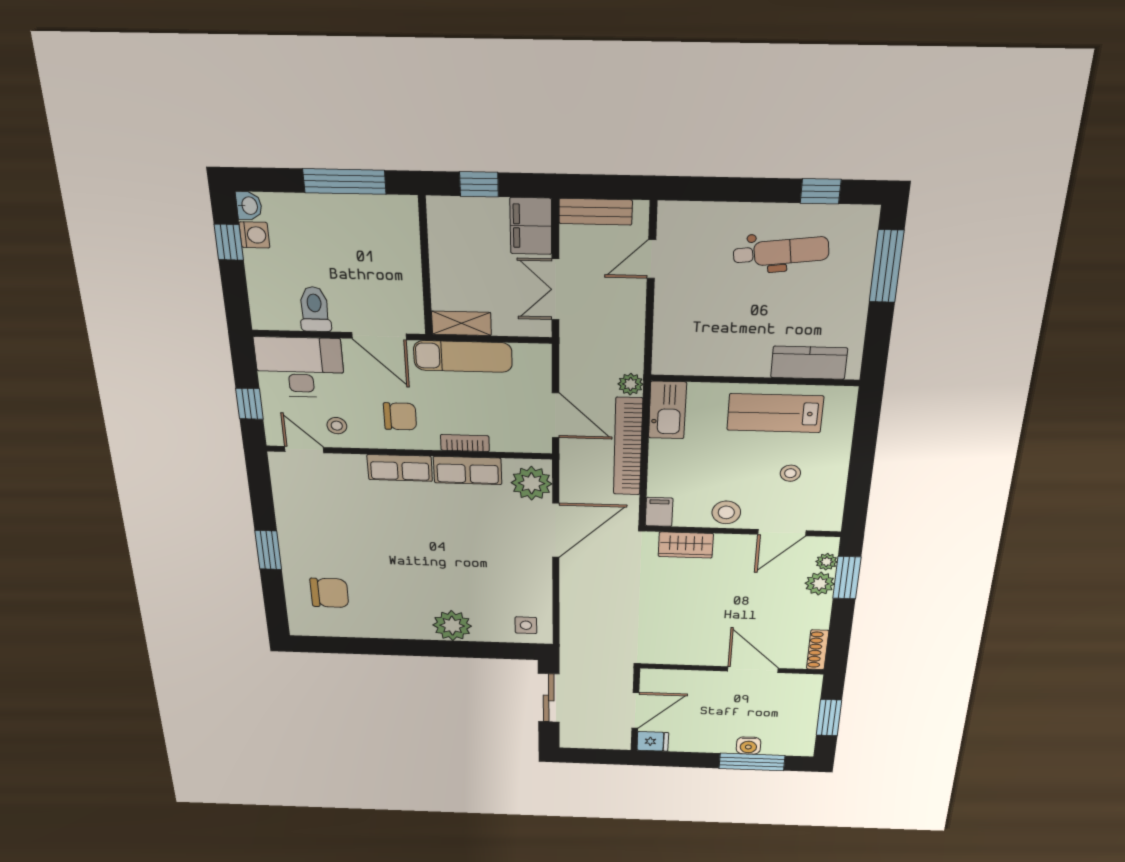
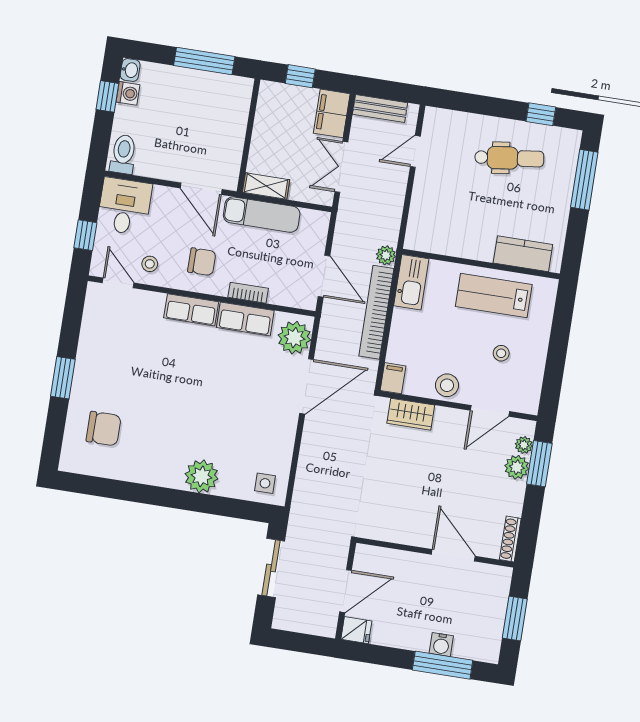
toilet: (315, 309) -> (123, 154), moved
desk: (300, 367) -> (124, 206), width x0.73

